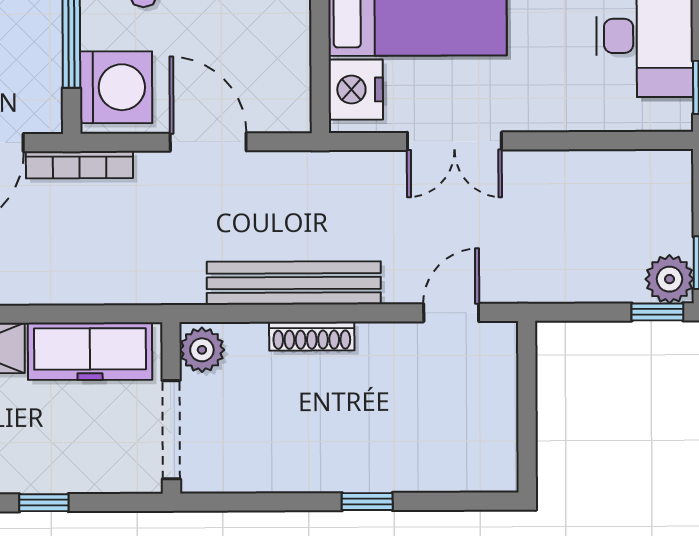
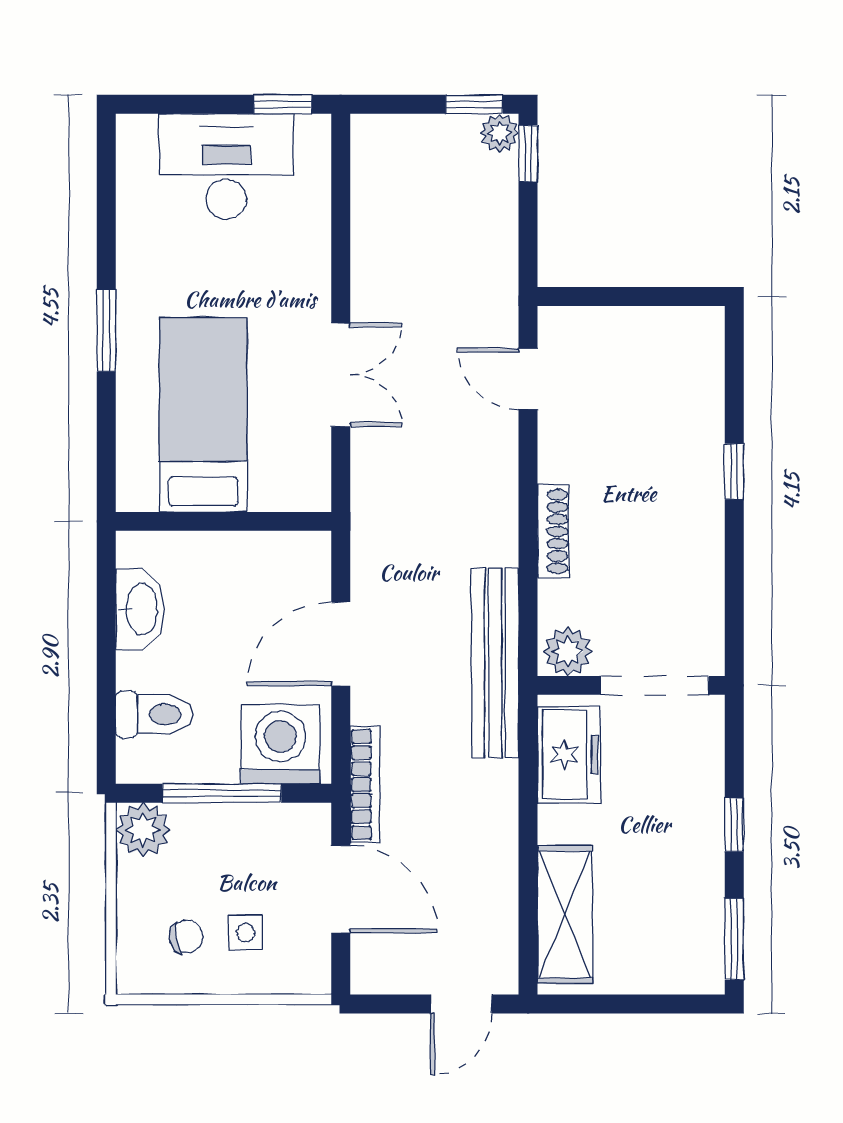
nightstand: (356, 90) -> (284, 482), removed
plant: (669, 279) -> (499, 133), width x0.73, depth x0.73
bench: (294, 283) -> (495, 663), moved
freezer: (90, 351) -> (569, 755), width x0.71

